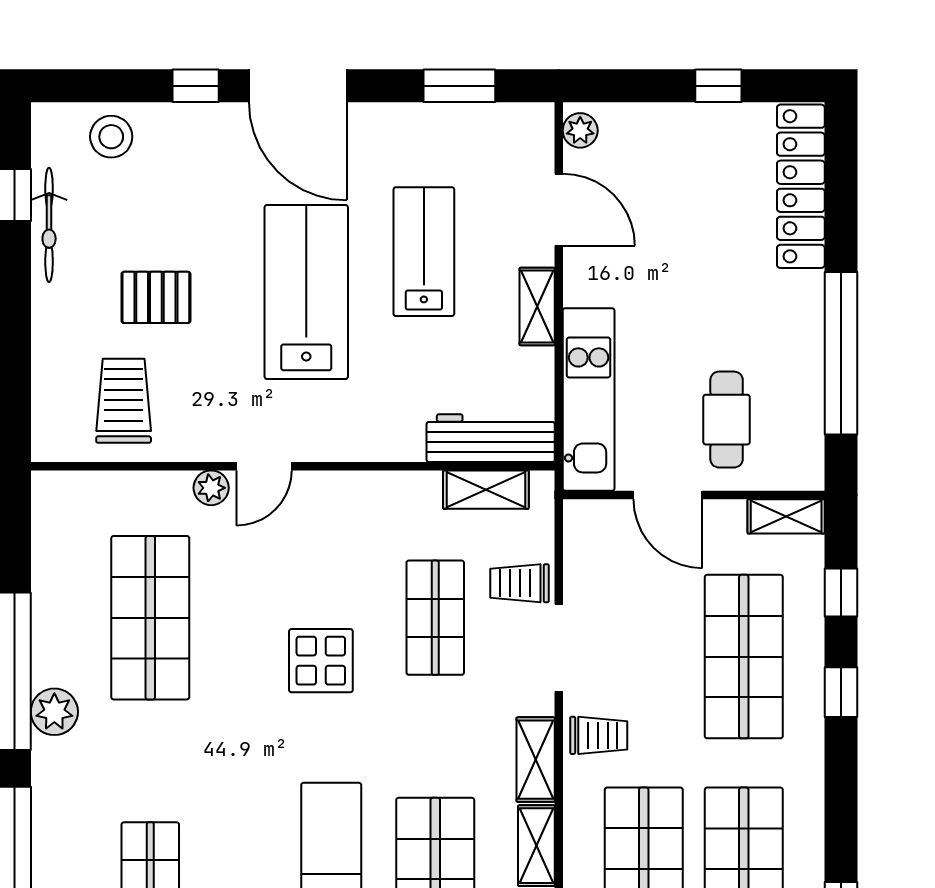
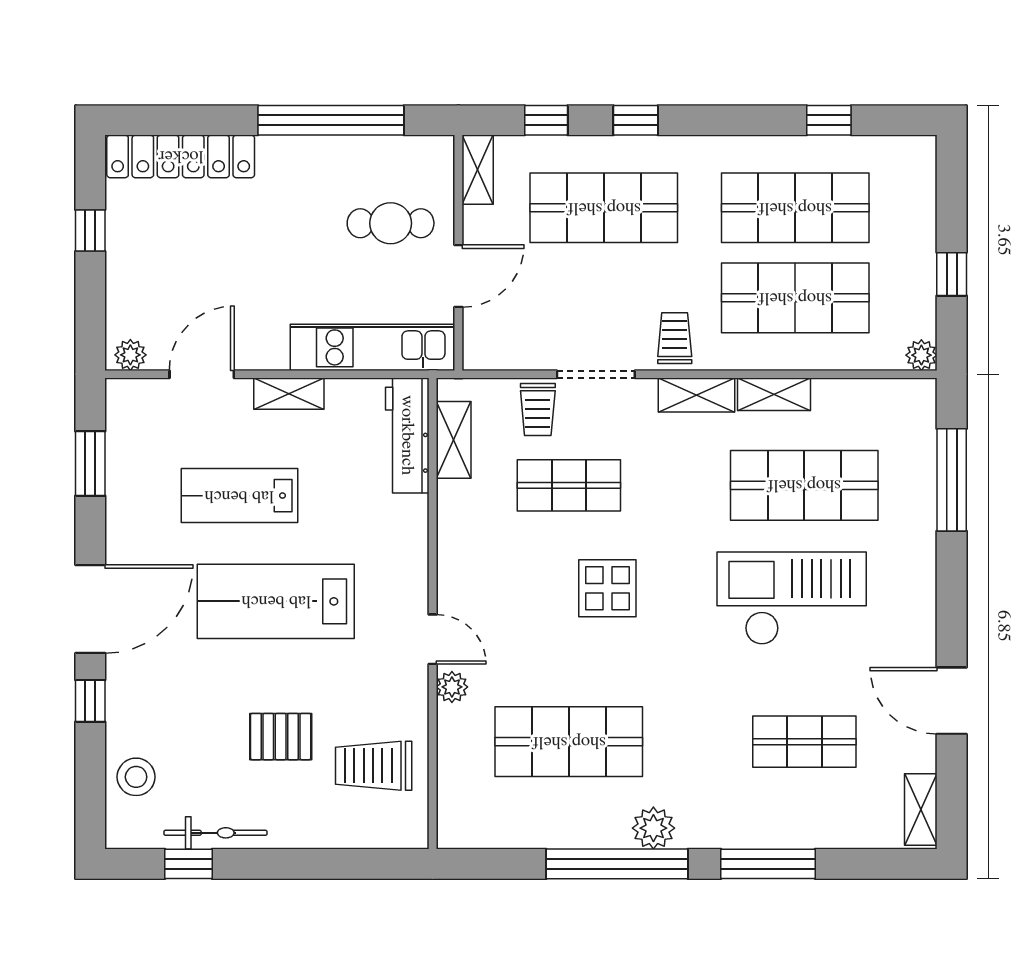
pallet: (156, 297) -> (281, 737), turned 90

